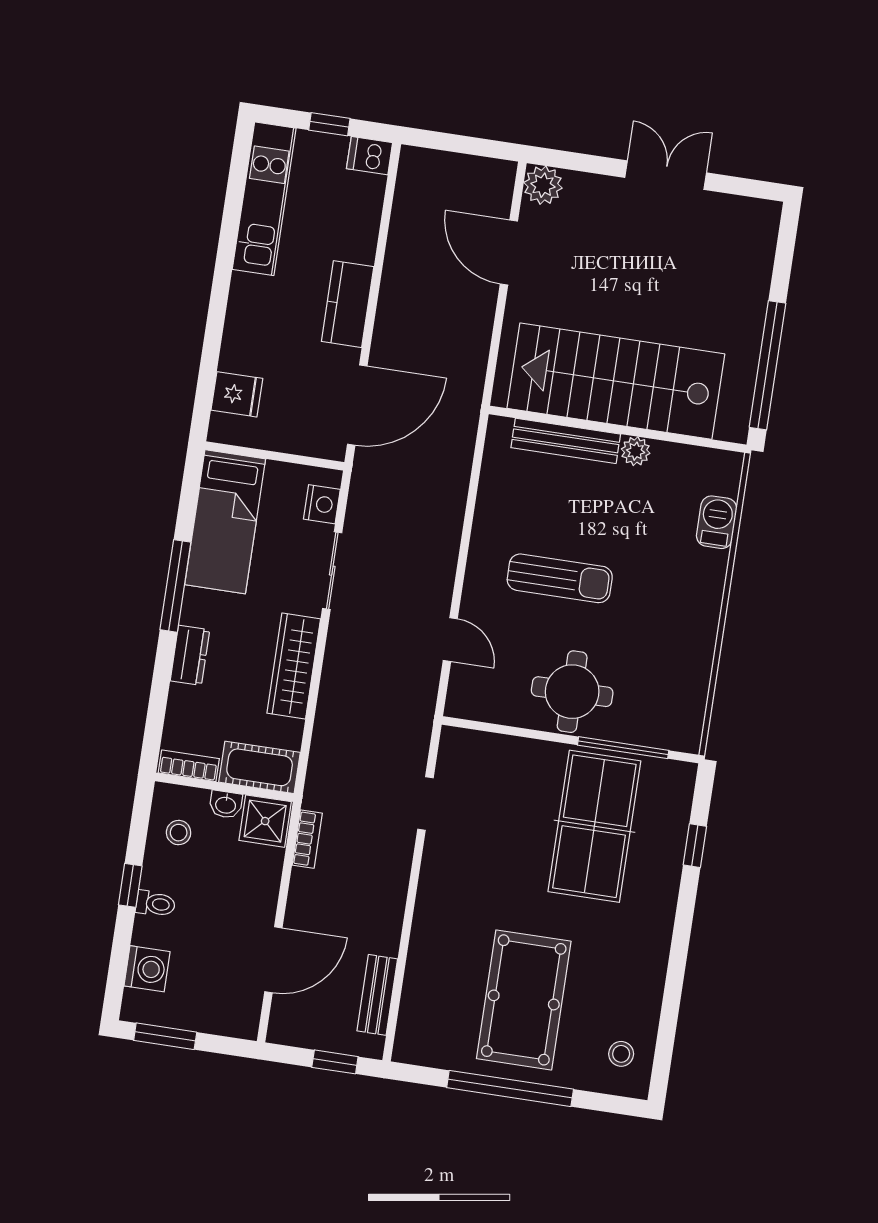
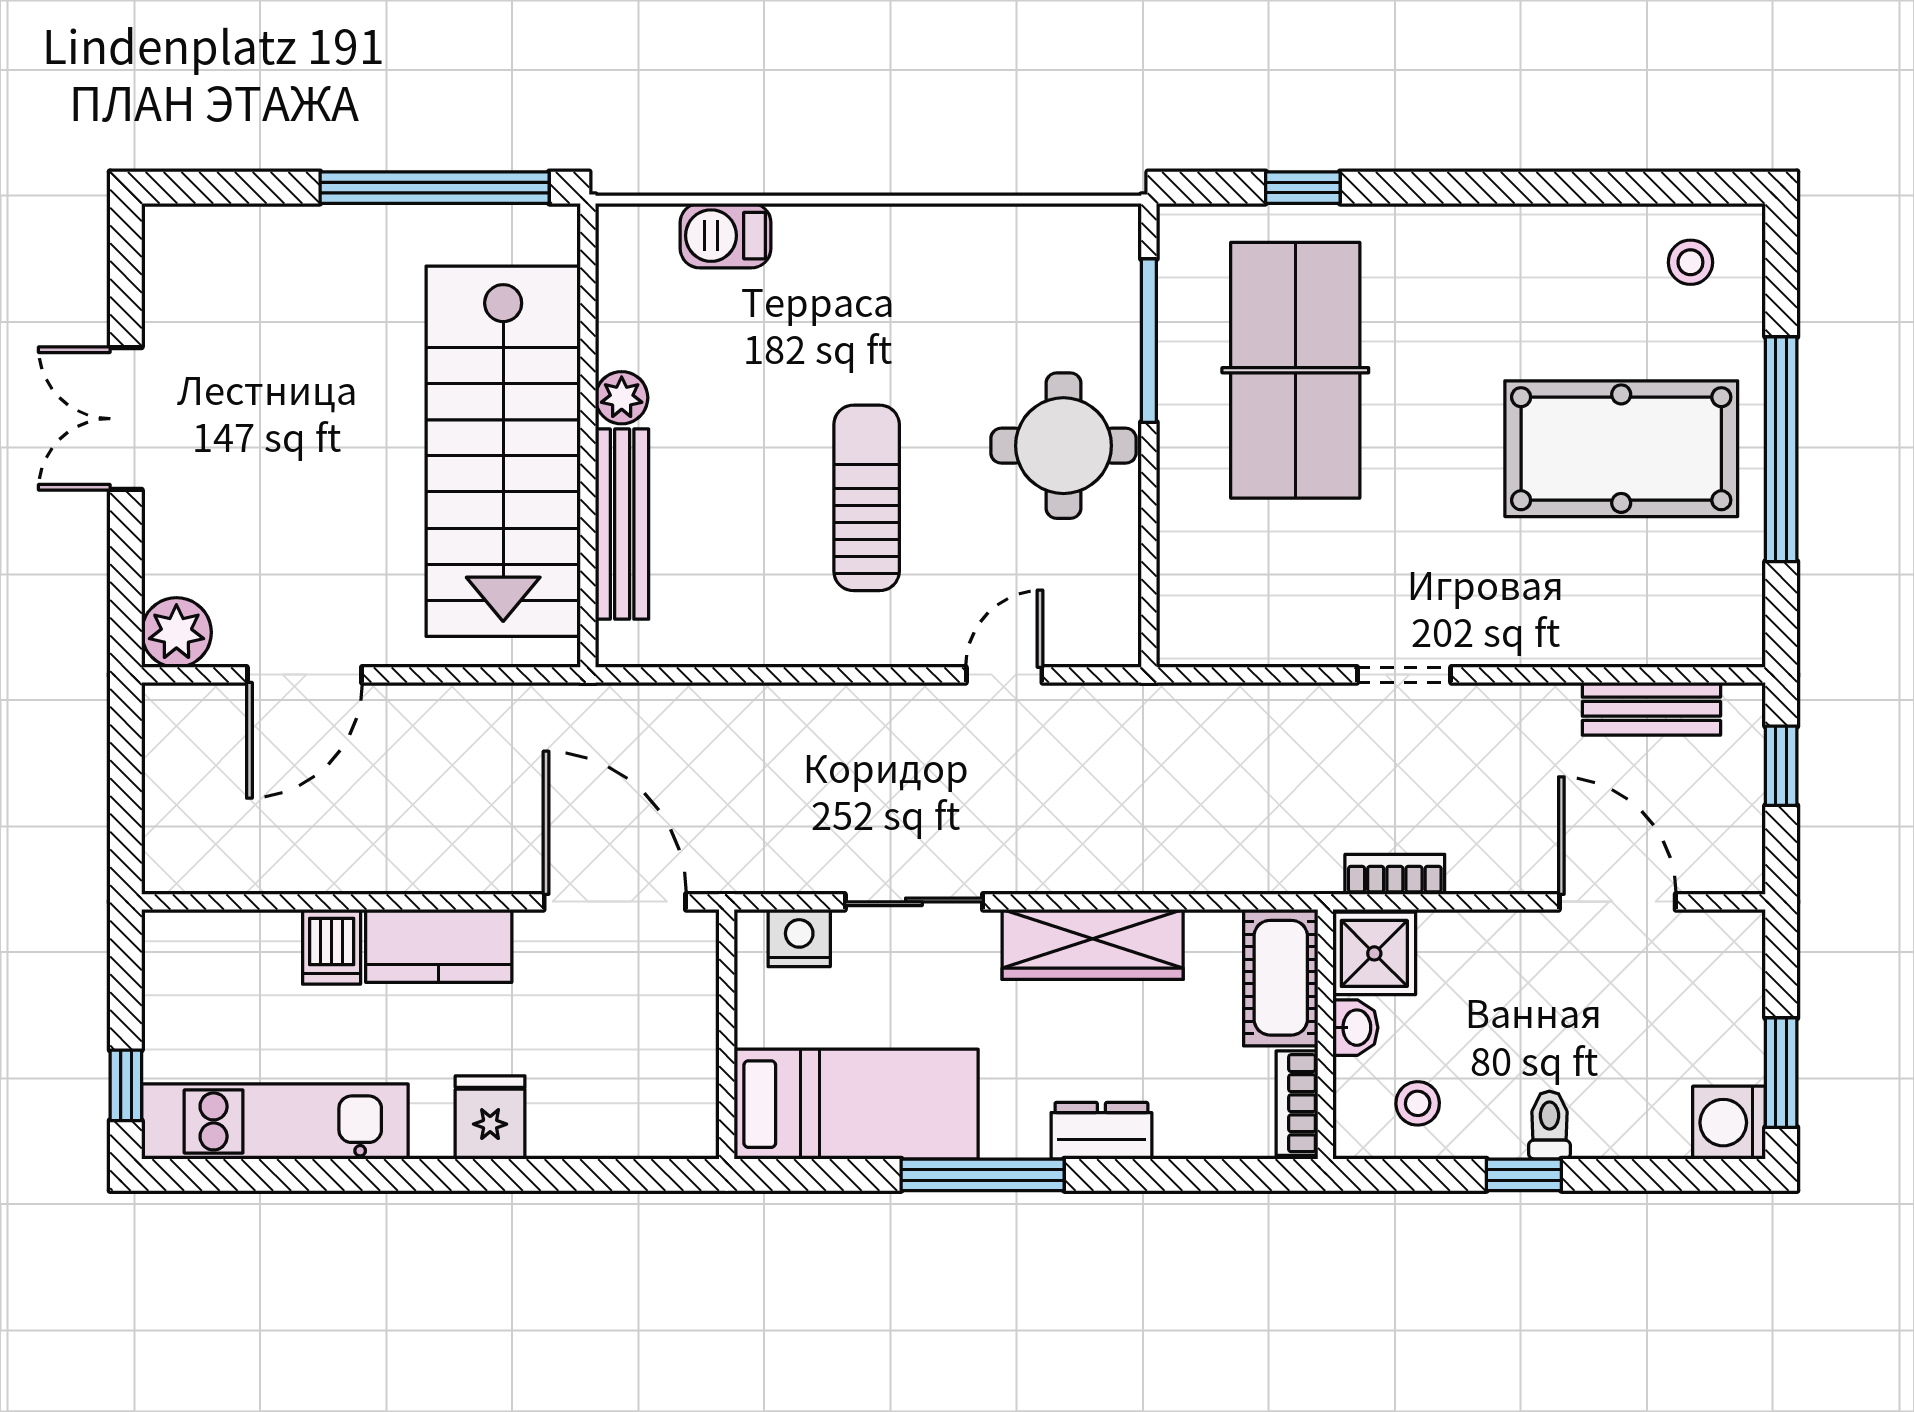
window: (329, 124) -> (126, 1085), moved
dishwasher: (370, 156) -> (332, 947), moved
fridge: (237, 394) -> (490, 1117), moved
doorway: (425, 804) -> (1404, 675), moved
table tennis table: (594, 826) -> (1295, 370), turned 90
washing machine: (147, 969) -> (1729, 1123), moved, turned -90

